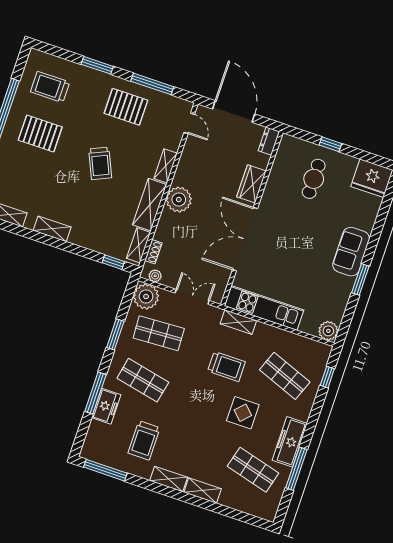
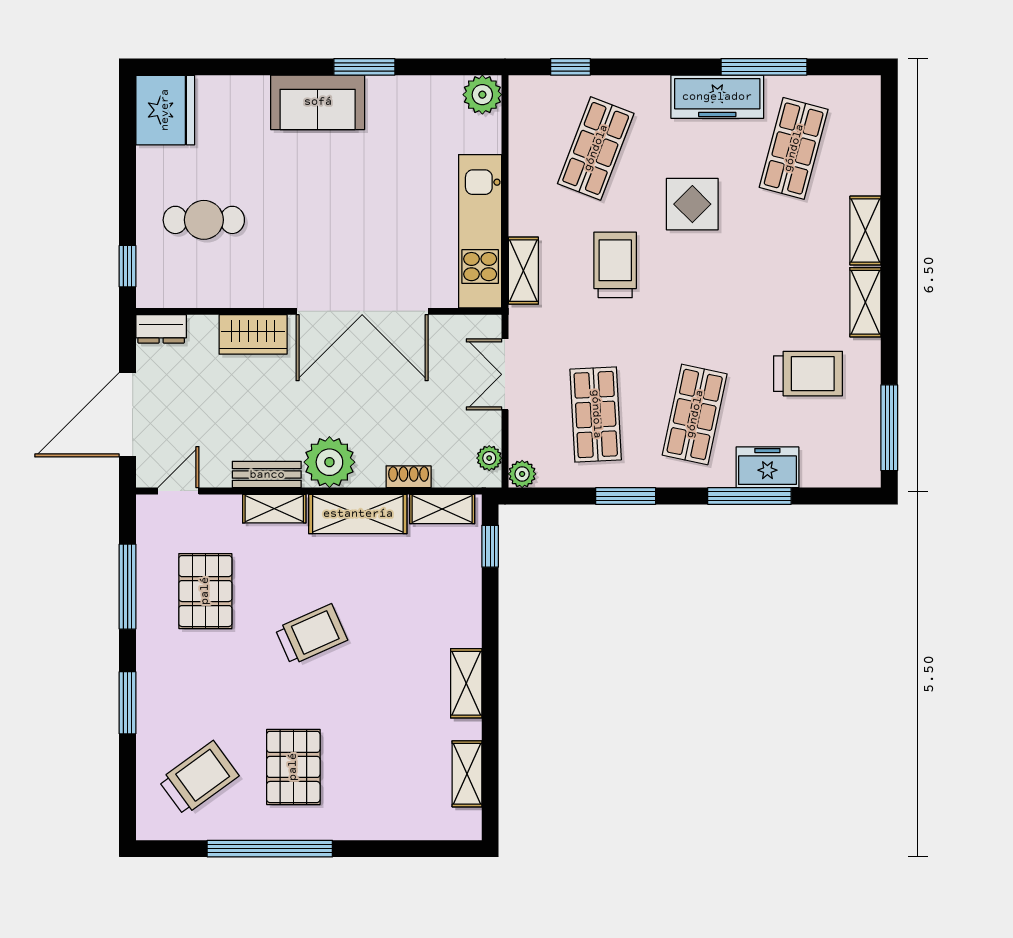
trolley: (50, 87) -> (199, 778), turned -126
pallet: (126, 107) -> (205, 591), moved
window: (330, 144) -> (128, 266), moved
bench: (183, 168) -> (267, 475), added
shoe rack: (153, 252) -> (409, 477), moved
plant: (146, 296) -> (522, 474), width x0.53, depth x0.53

